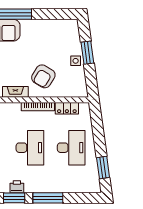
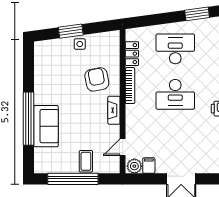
armchair: (43, 76) -> (97, 79), turned -132
desk: (30, 148) -> (175, 94), turned 180

